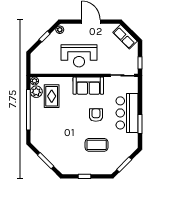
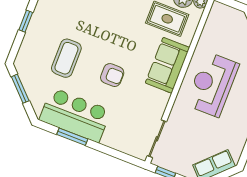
sofa: (88, 86) -> (167, 65), moved
bar counter: (127, 113) -> (75, 115), moved

